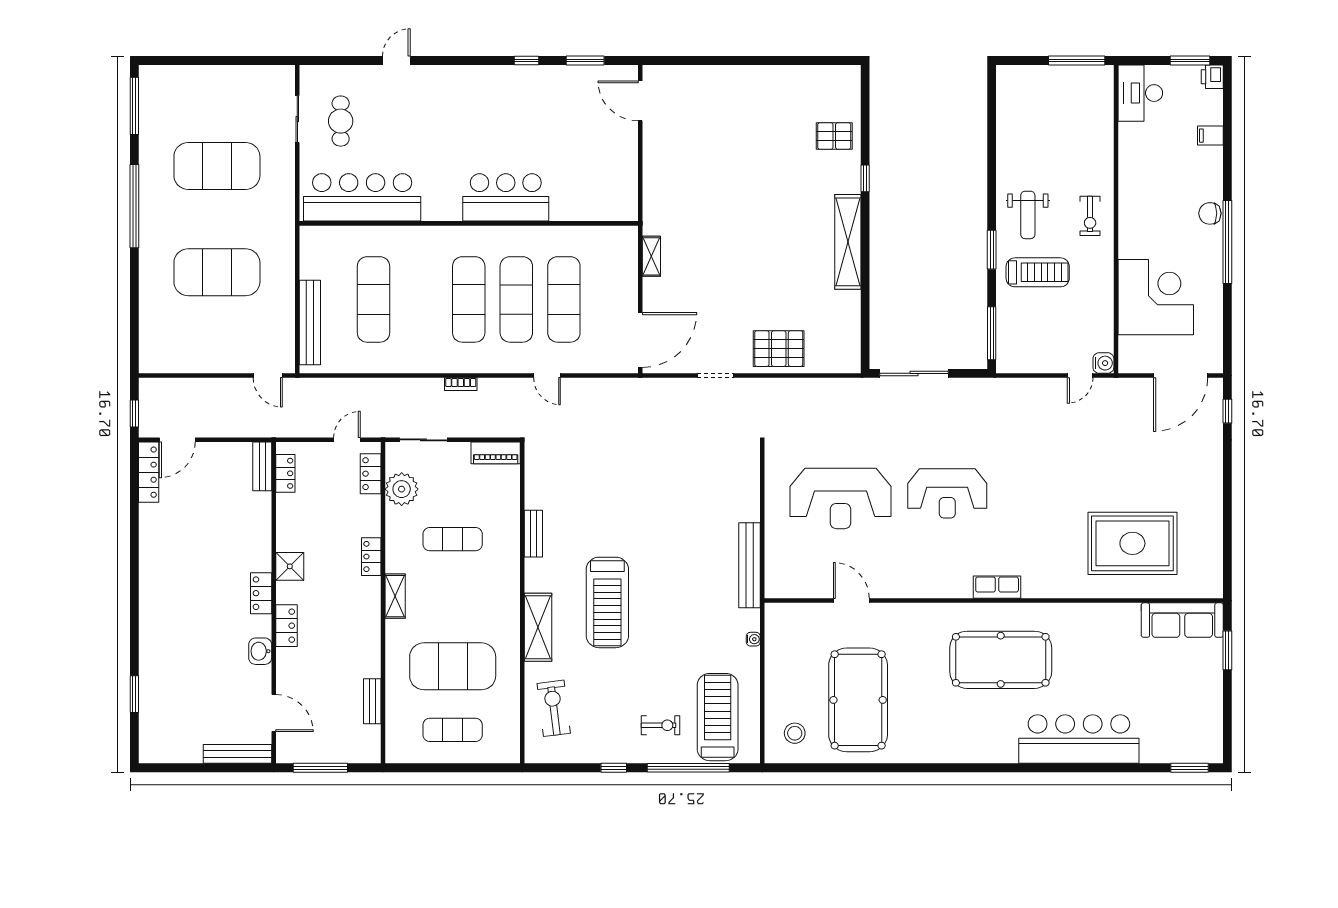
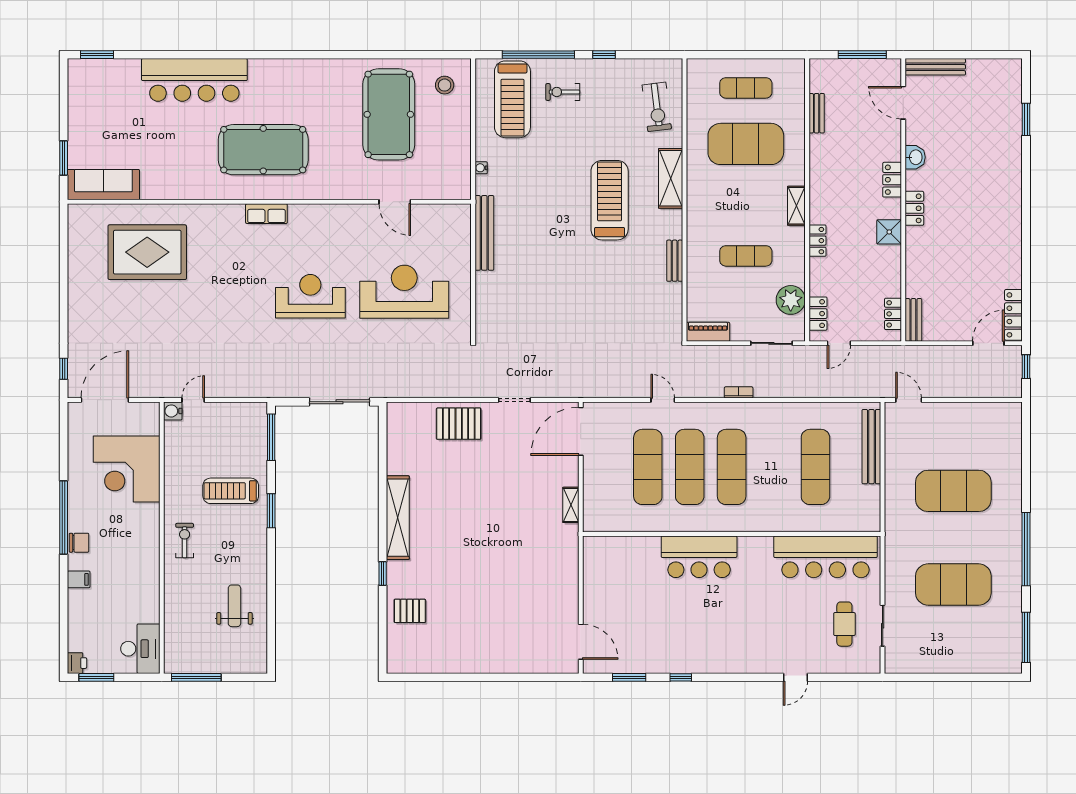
filing cabinet: (1210, 136) -> (79, 579), moved
weight bench: (1028, 215) -> (234, 606), moved

